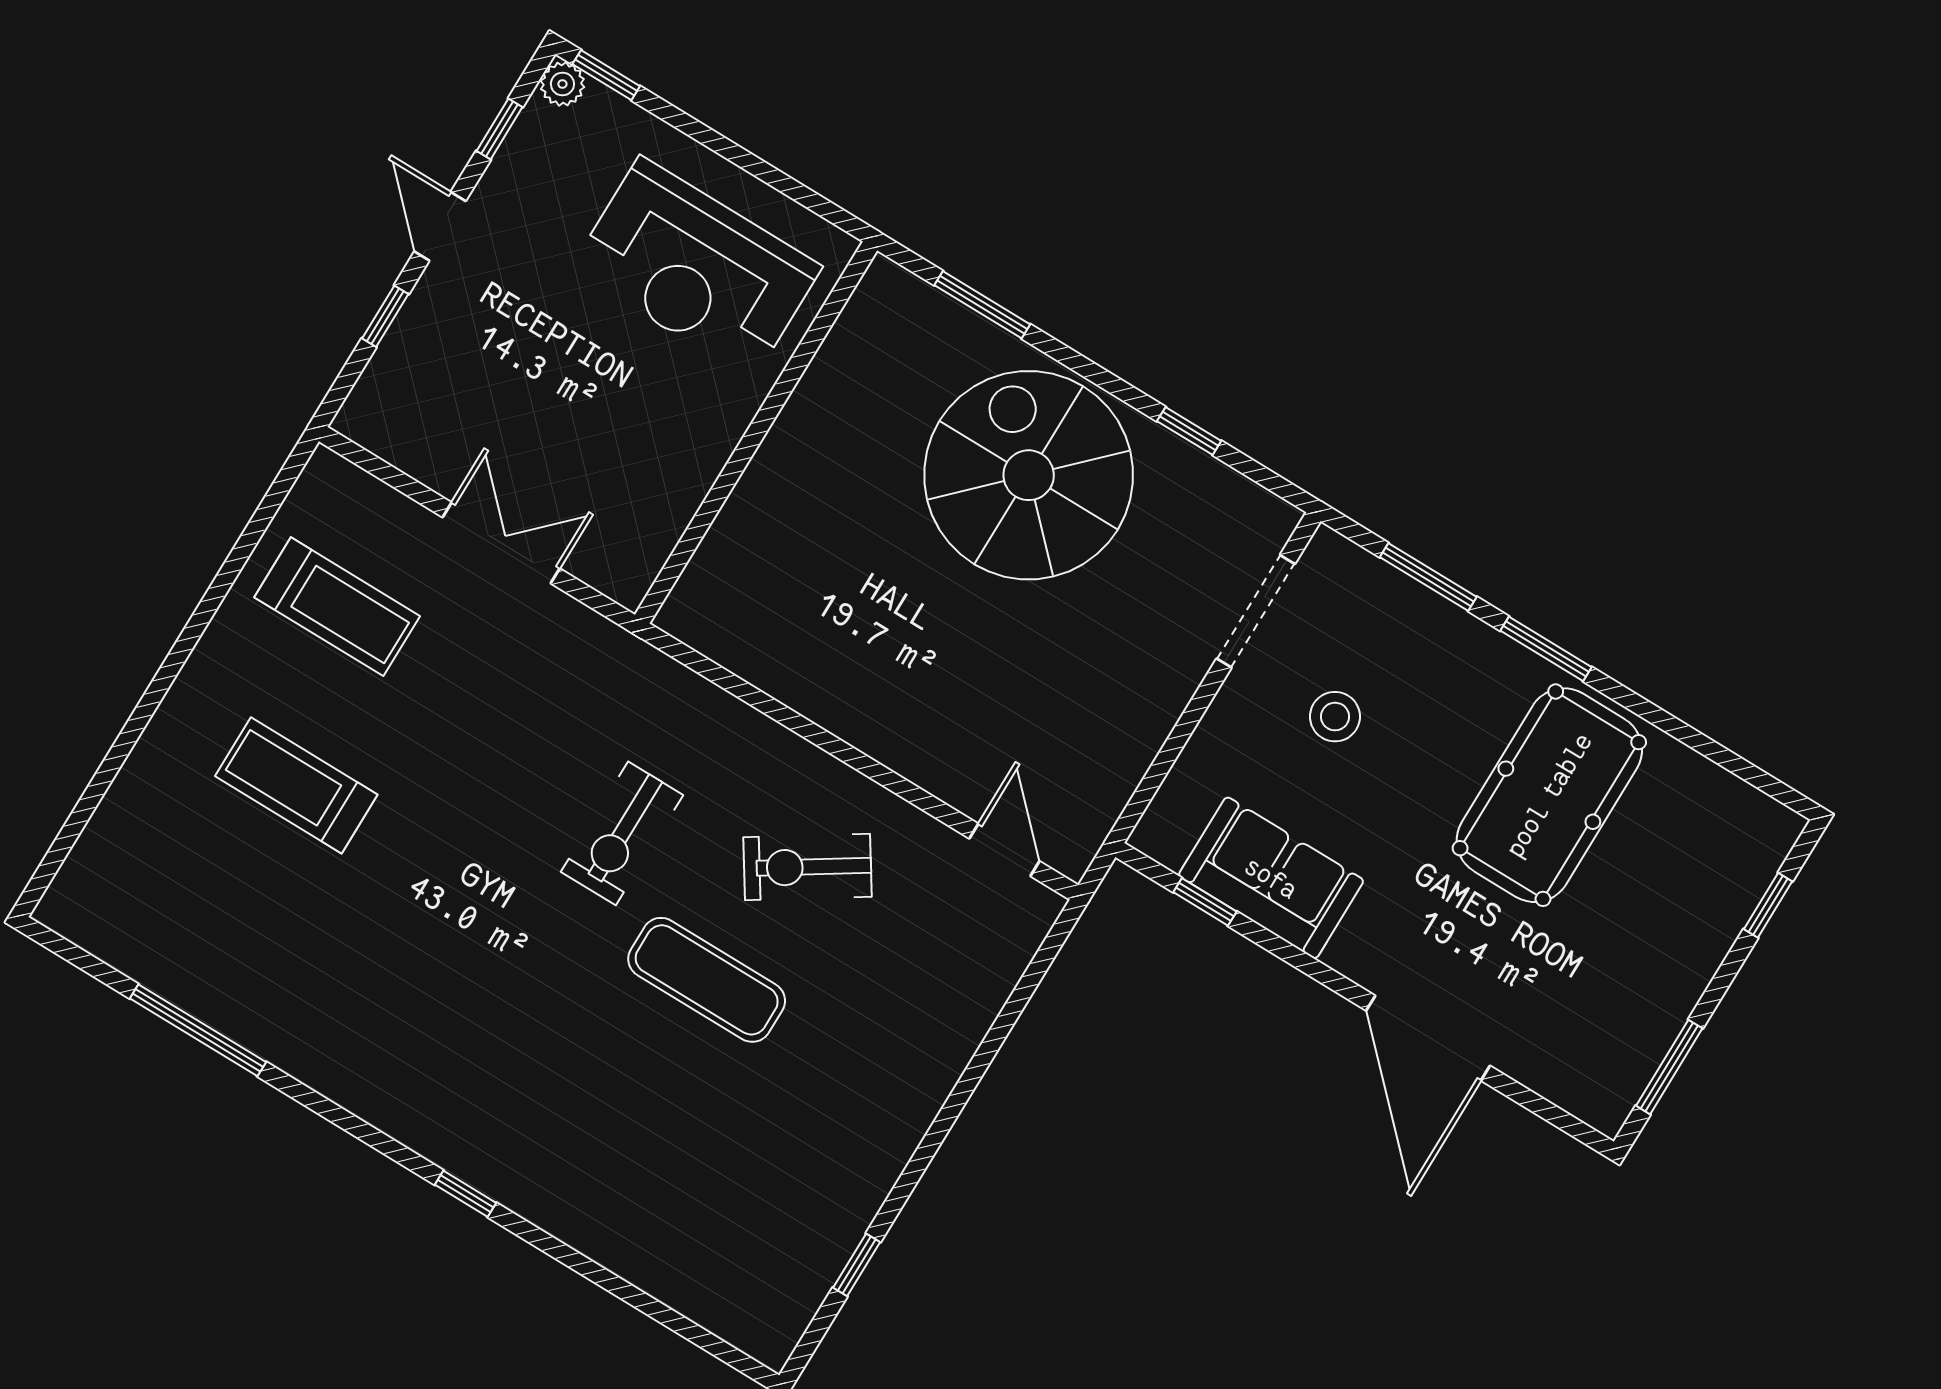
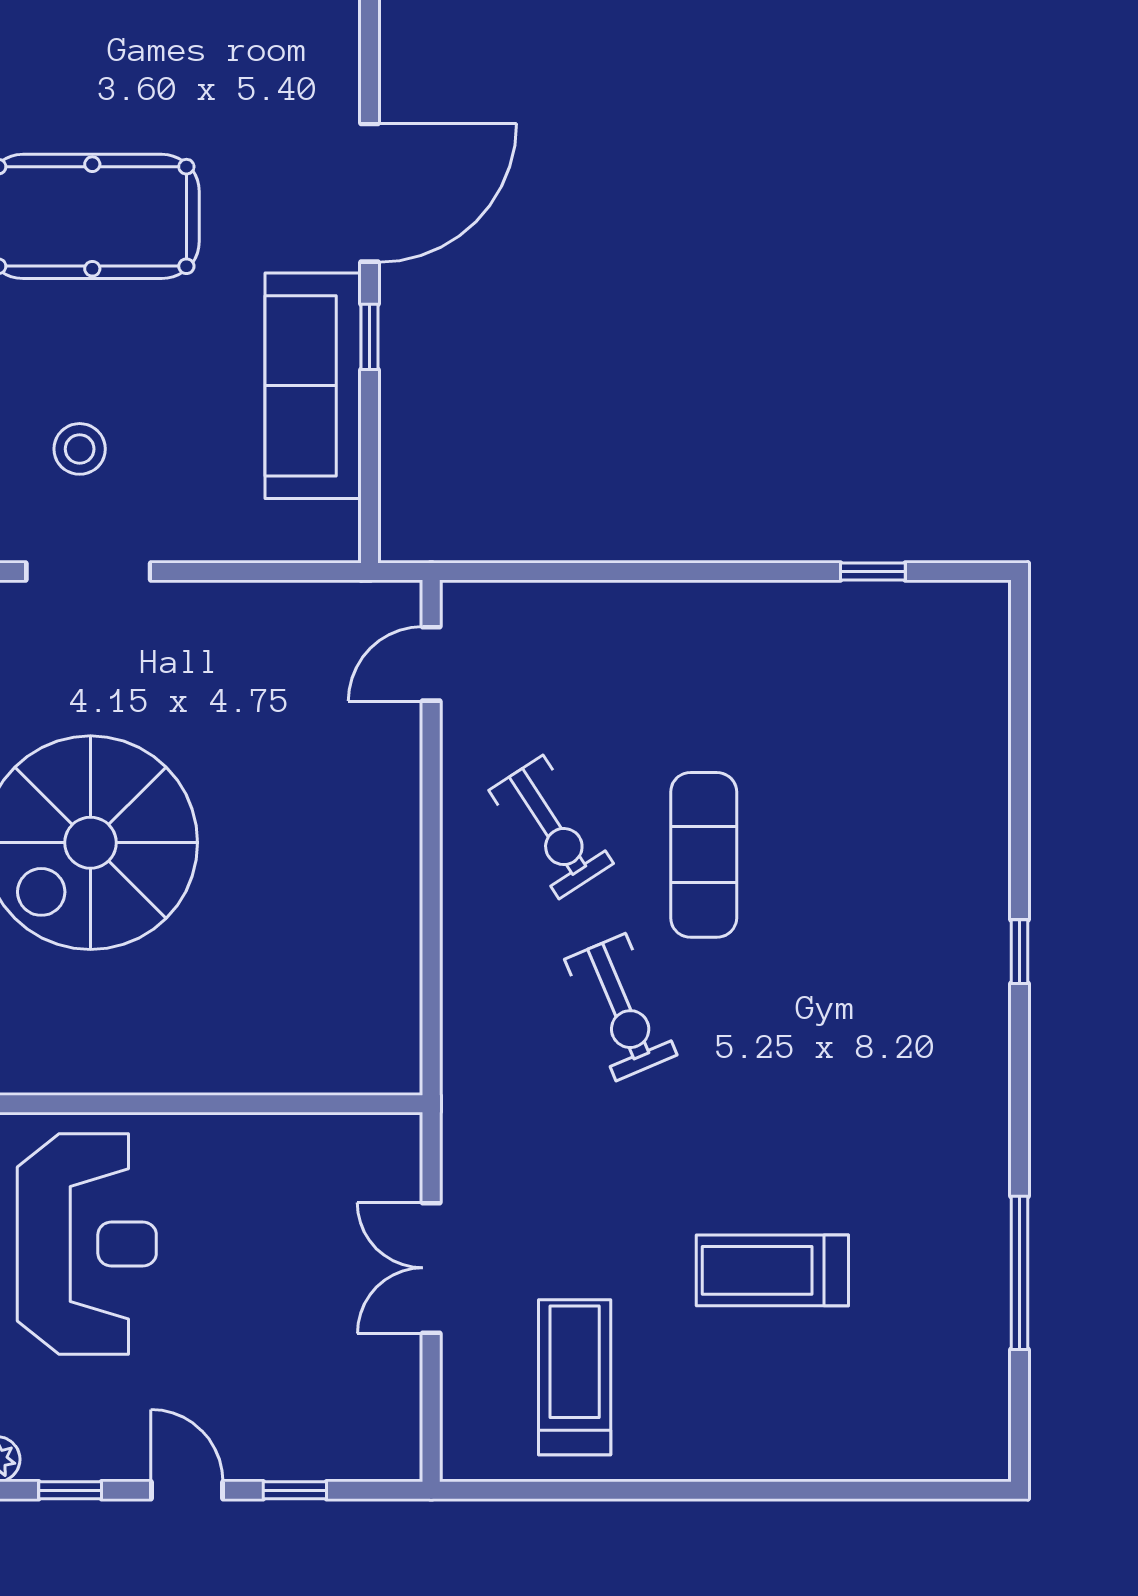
door: (440, 226) -> (187, 1490), swing flipped
stool: (1335, 717) -> (80, 449), moved
treadmill: (296, 785) -> (772, 1270), moved, turned 90
exercise bike: (622, 833) -> (621, 1007), turned 67
sofa: (1271, 878) -> (313, 386), width x1.36
window: (1205, 902) -> (370, 337), moved

